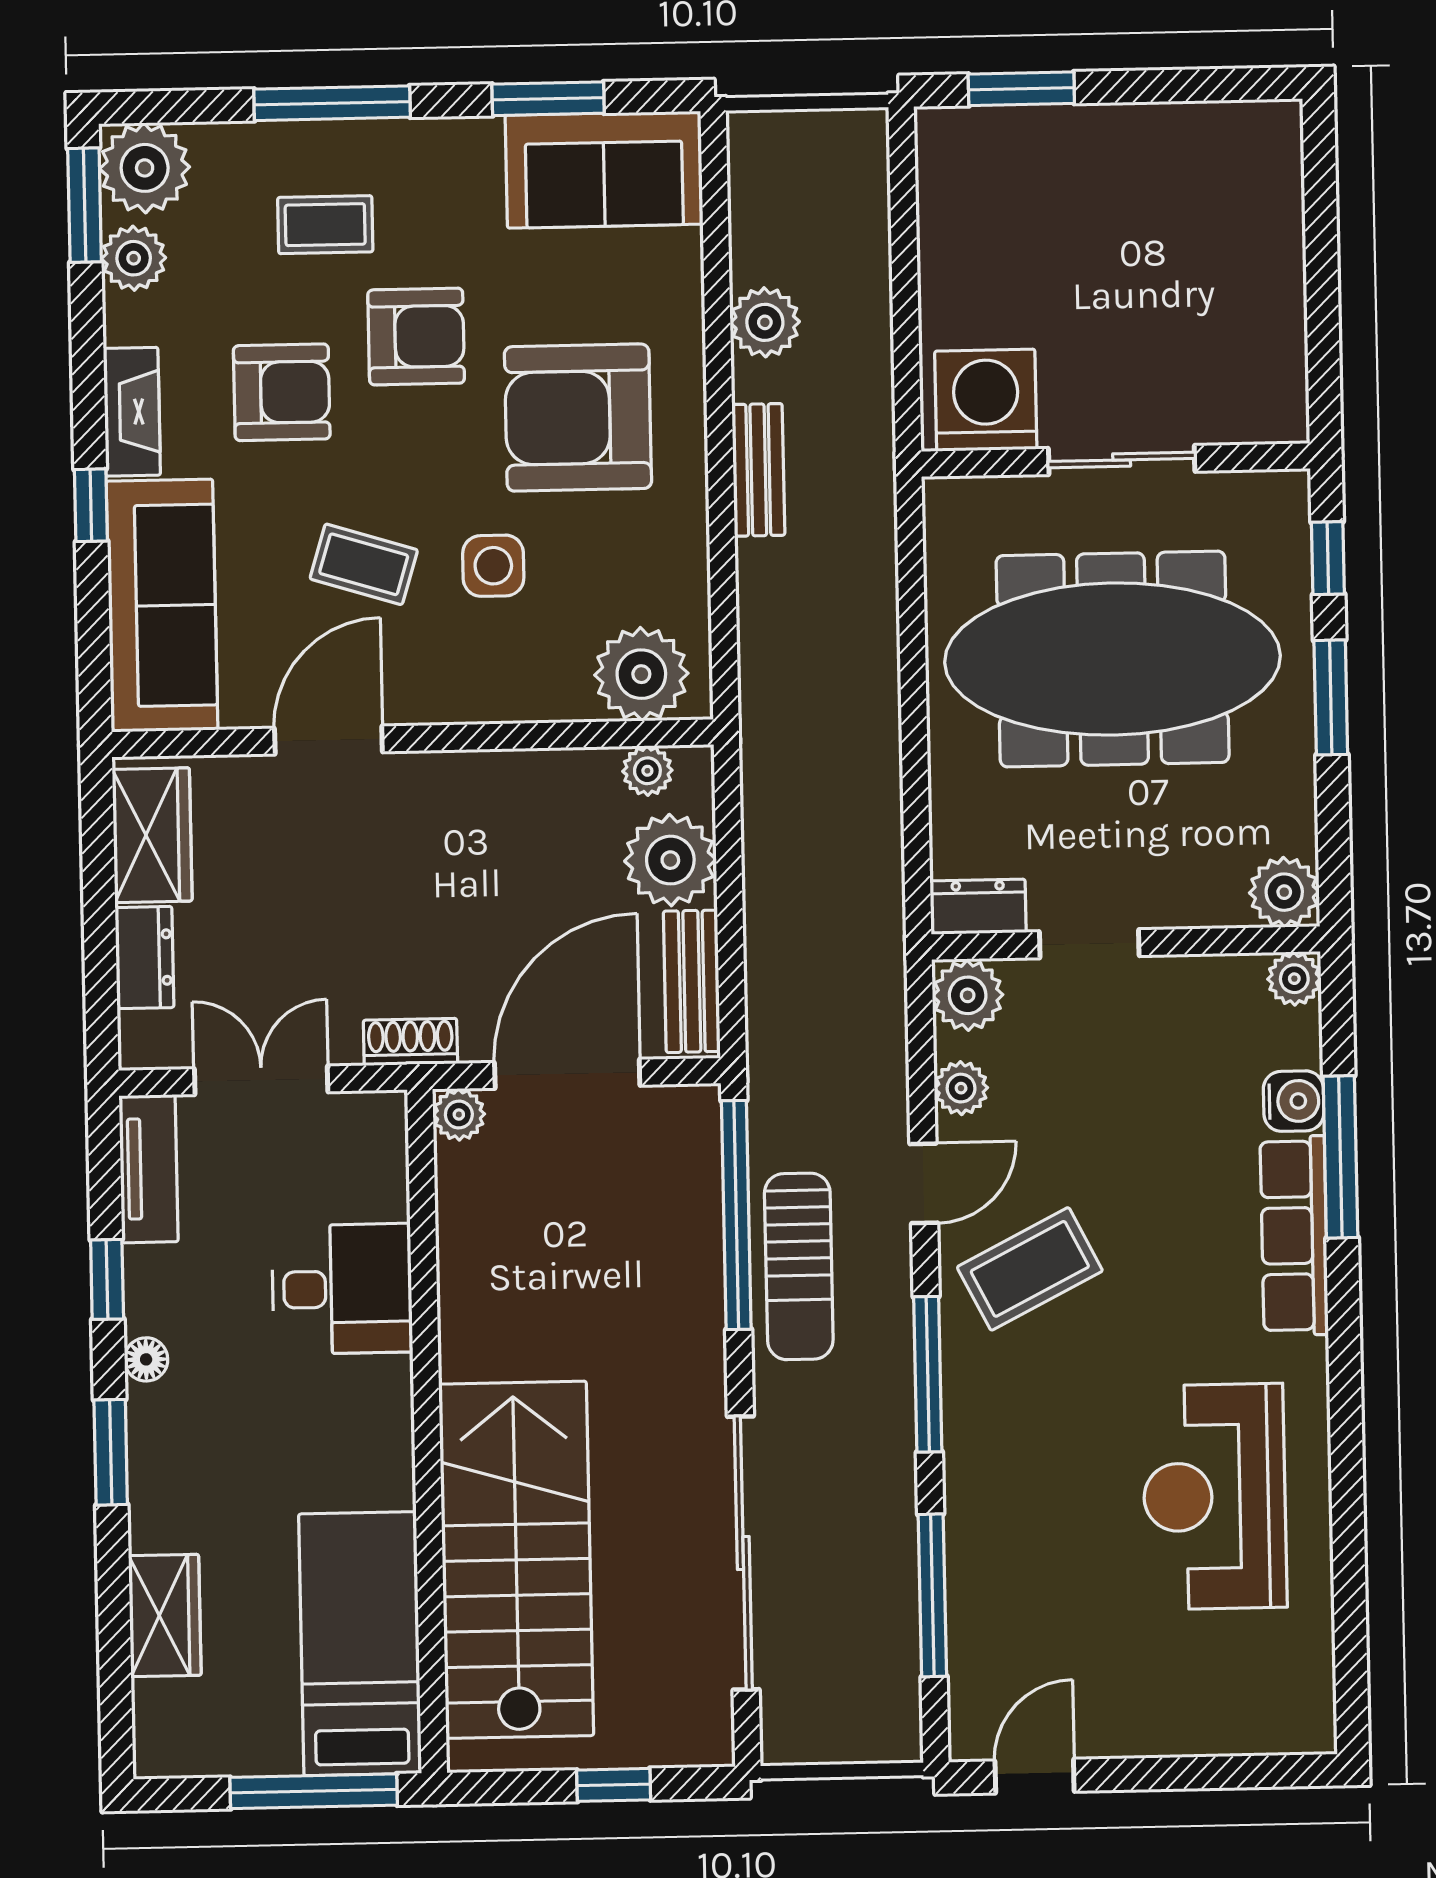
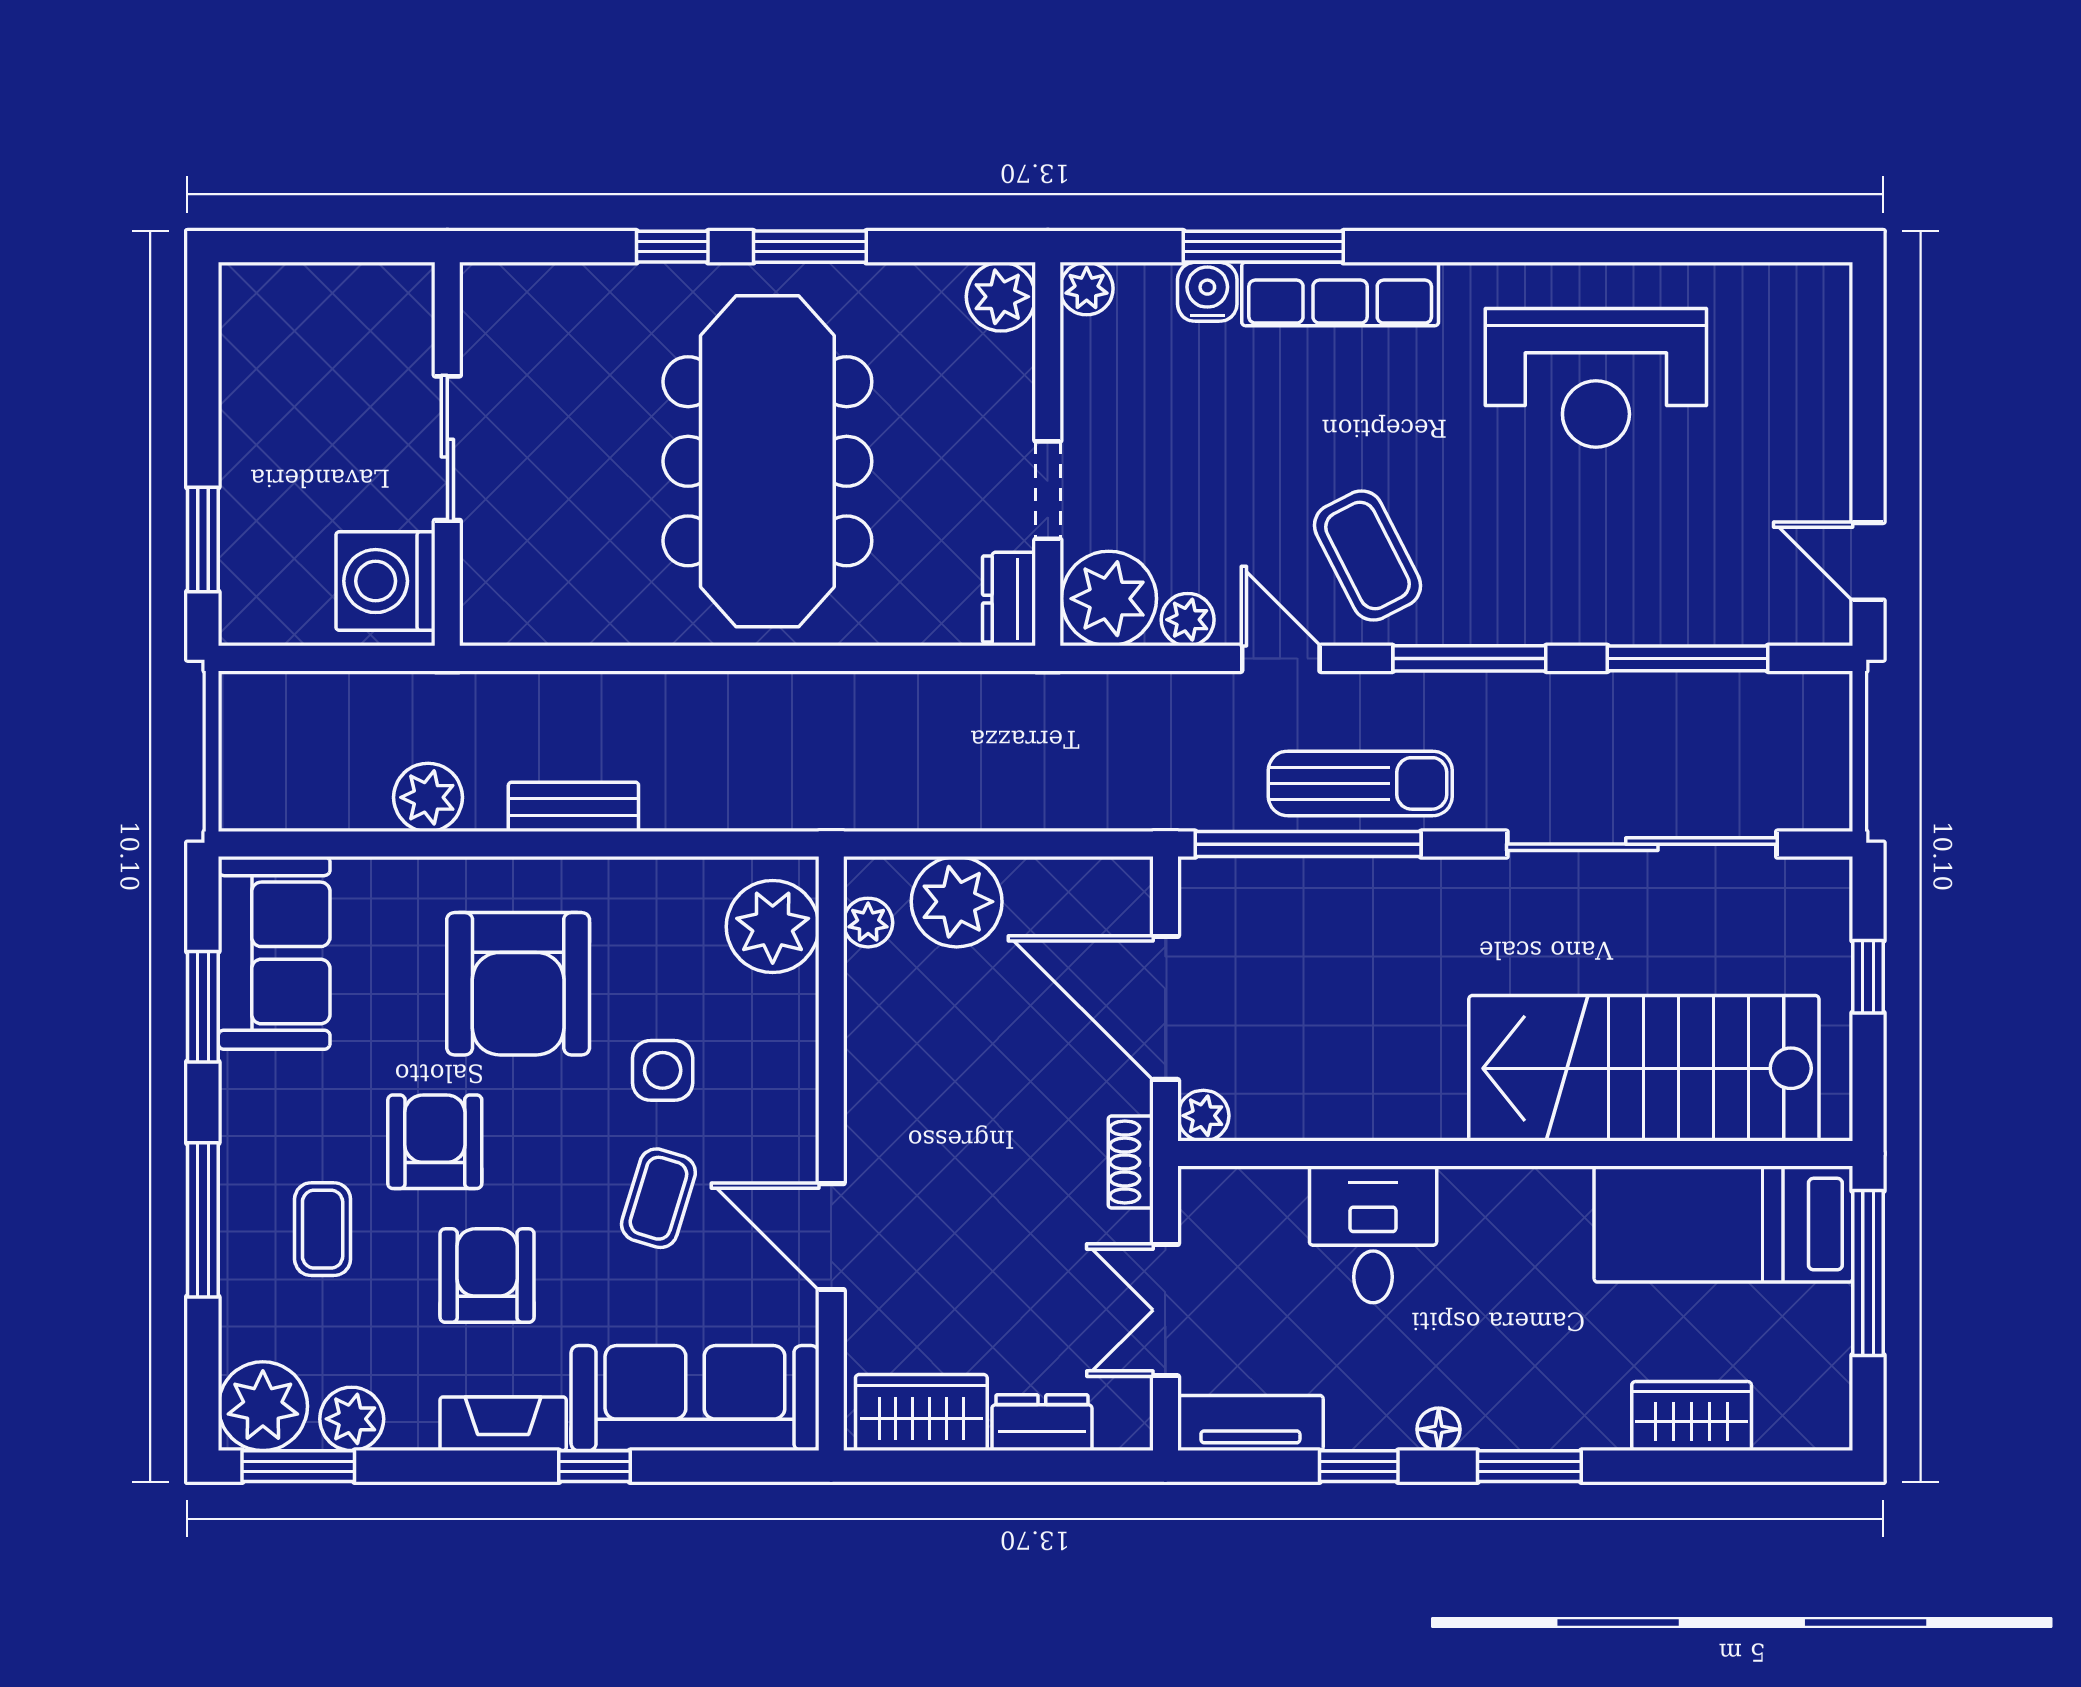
washing machine: (986, 400) -> (386, 581), moved
wall: (1116, 460) -> (447, 454), moved
sliding door: (1122, 460) -> (447, 448), moved
bench: (692, 981) -> (1077, 883), removed
plant: (968, 995) -> (1109, 599), width x1.36, depth x1.36

